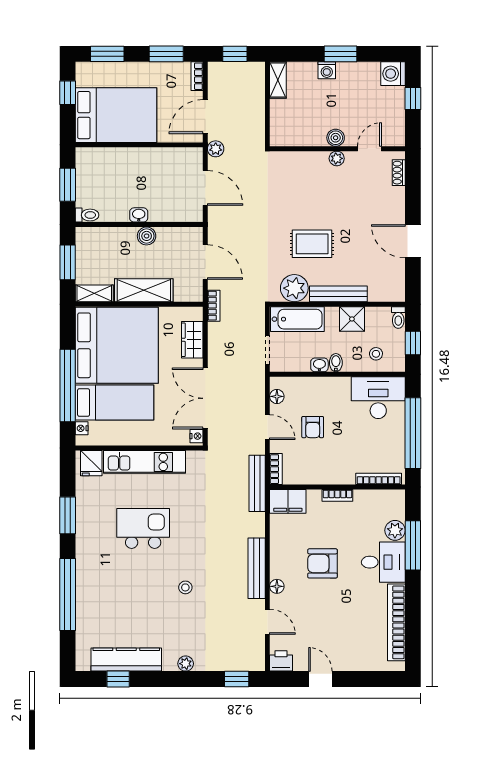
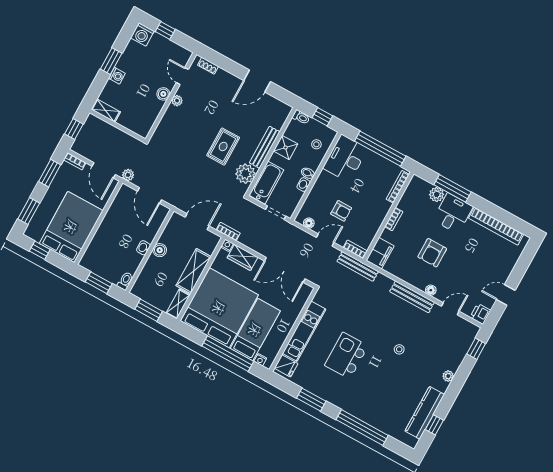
door: (205, 188) -> (149, 195), swing flipped
nightstand: (197, 436) -> (227, 245), moved

